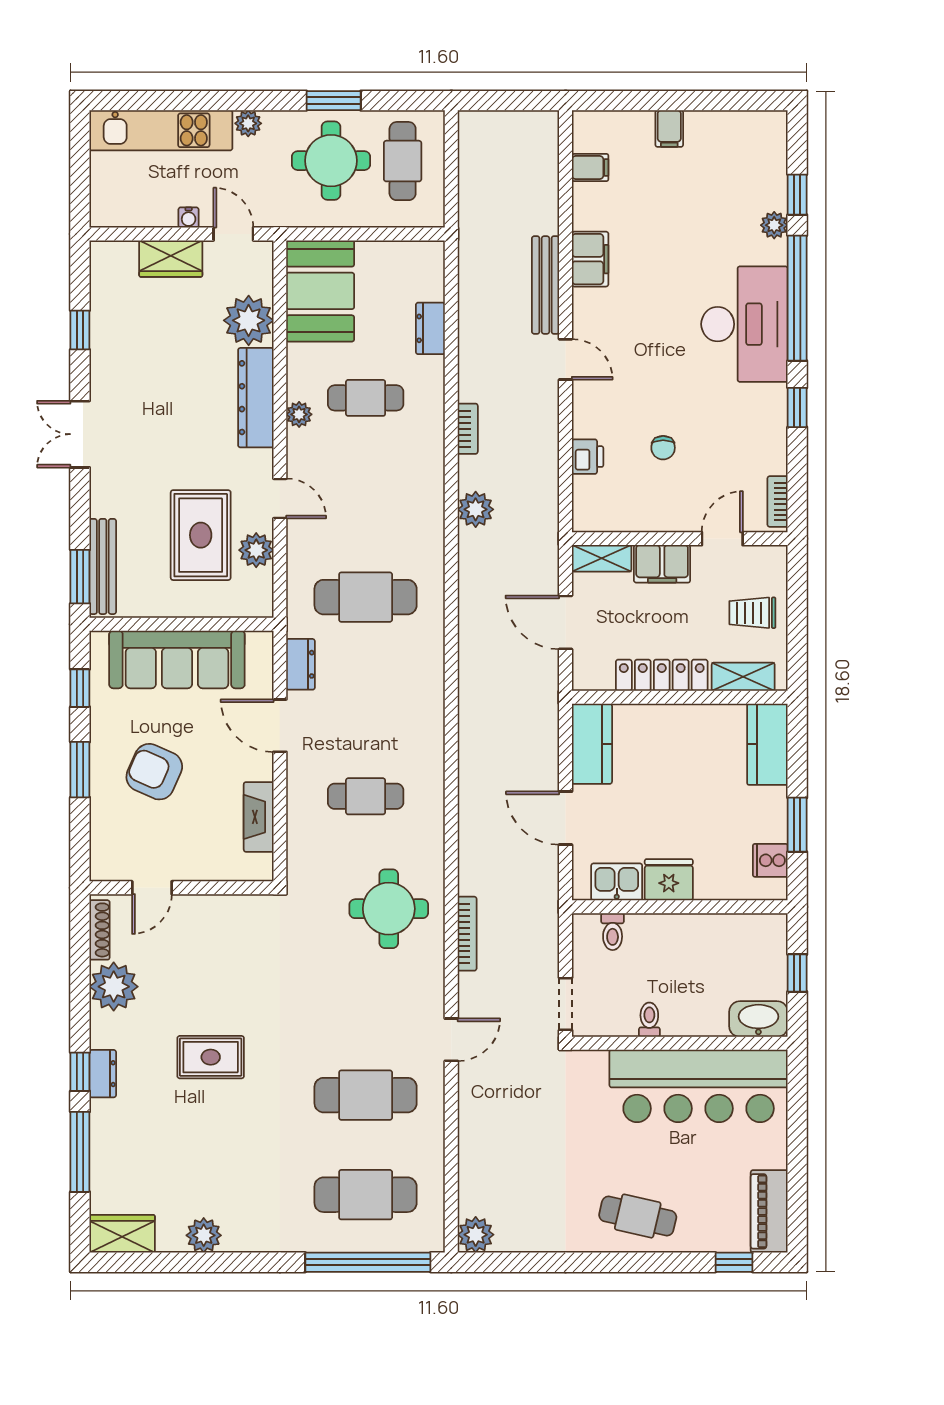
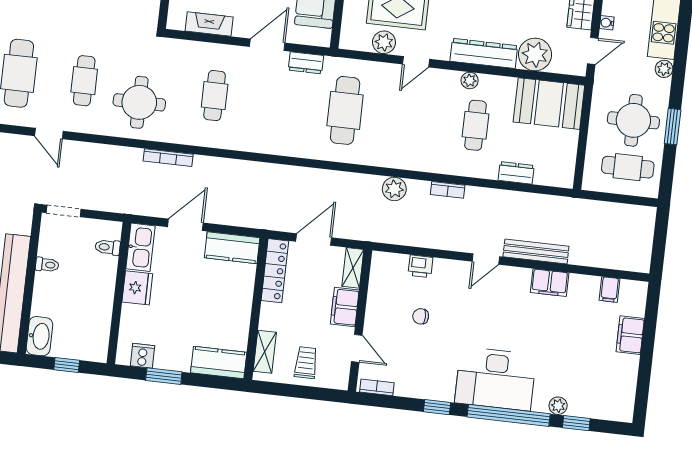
filing cabinet: (669, 129) -> (630, 335), width x2.00
locker: (662, 675) -> (275, 271), moved
kitchen sink: (617, 882) -> (140, 247), width x1.38
bookcase: (467, 934) -> (168, 158), moved
cafe table: (366, 996) -> (84, 81), added

